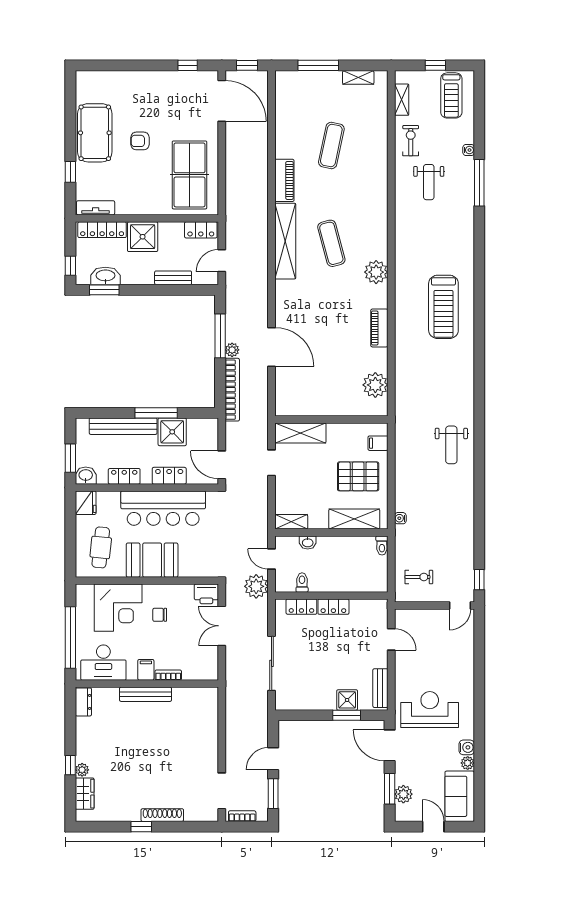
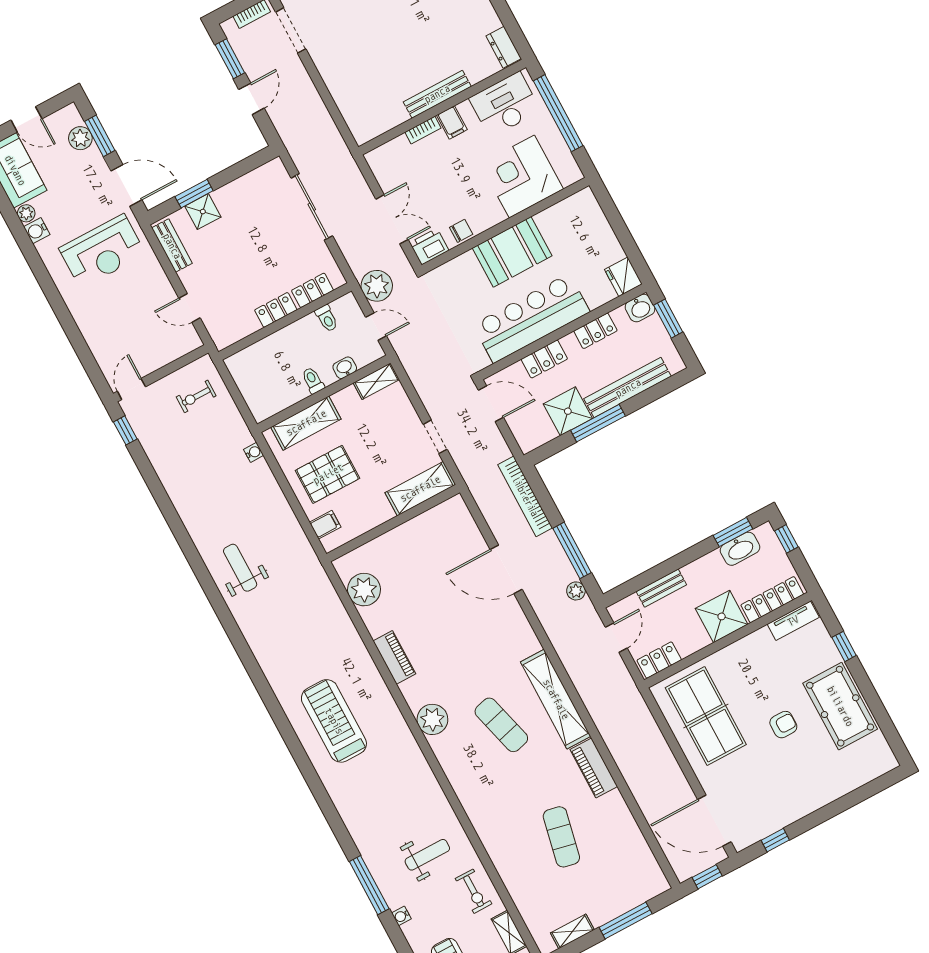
weight bench: (429, 182) -> (427, 855), turned 90
plant: (232, 350) -> (576, 591), moved
toilet: (382, 545) -> (313, 380), moved
cafe table: (101, 547) -> (579, 235), removed
chair: (160, 615) -> (461, 231), moved

